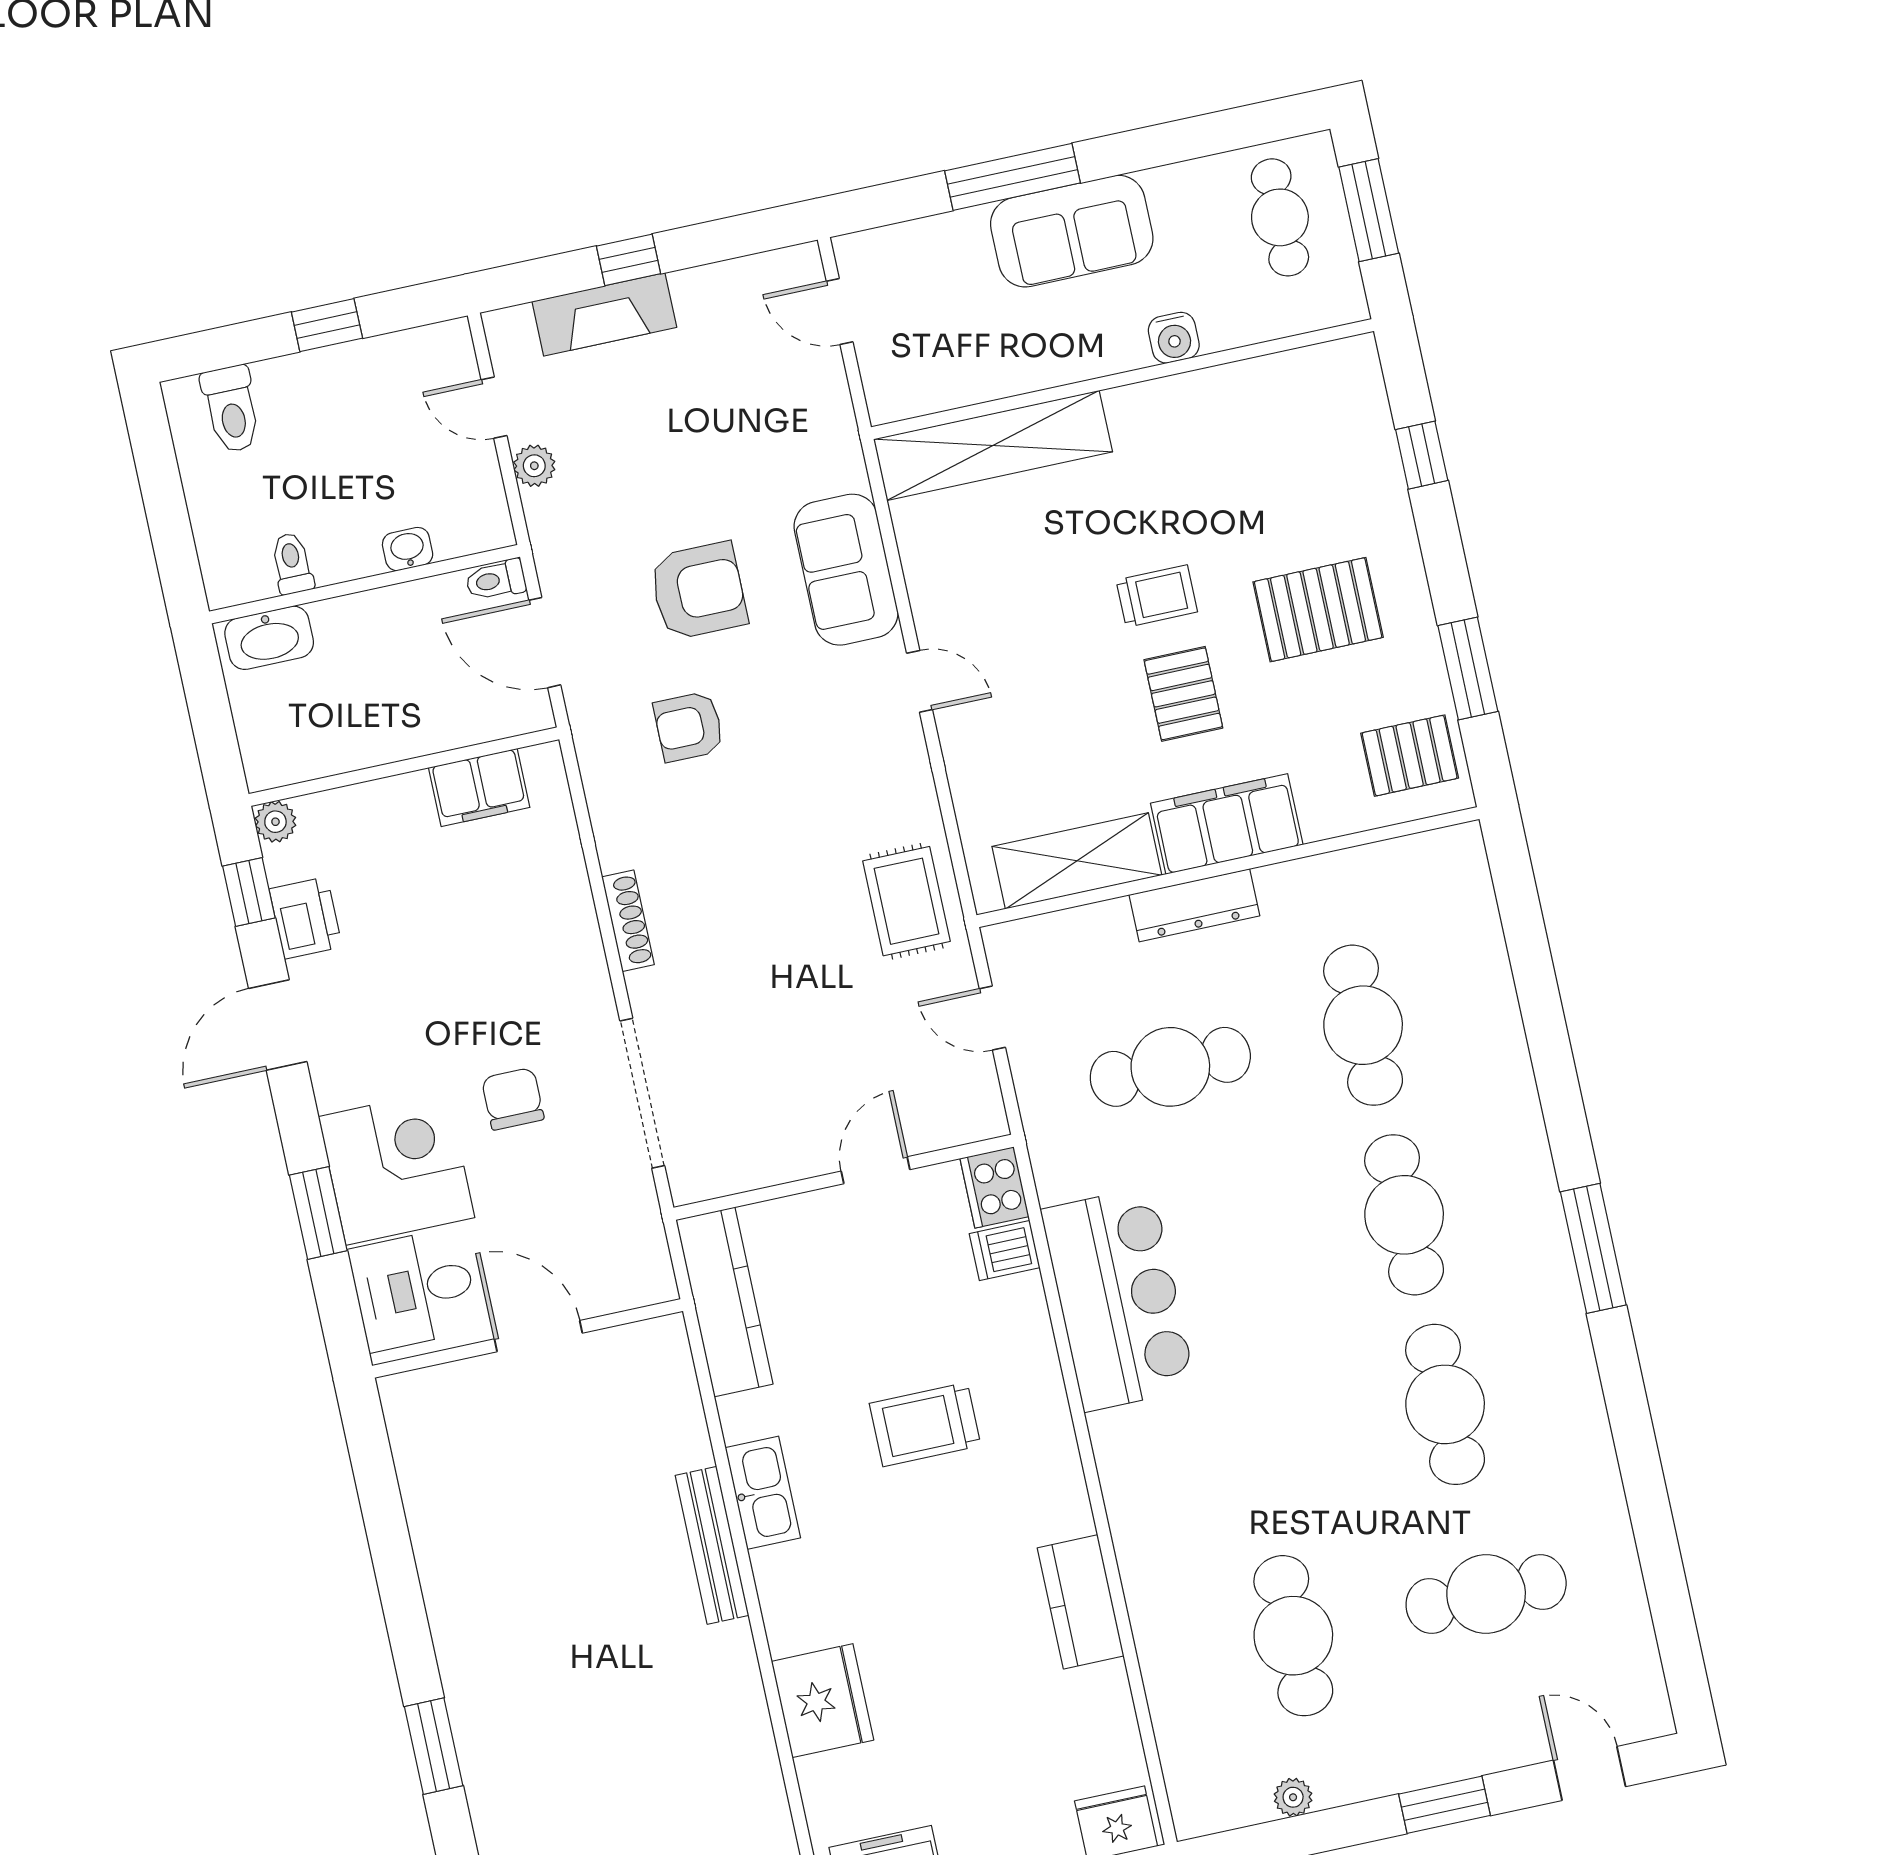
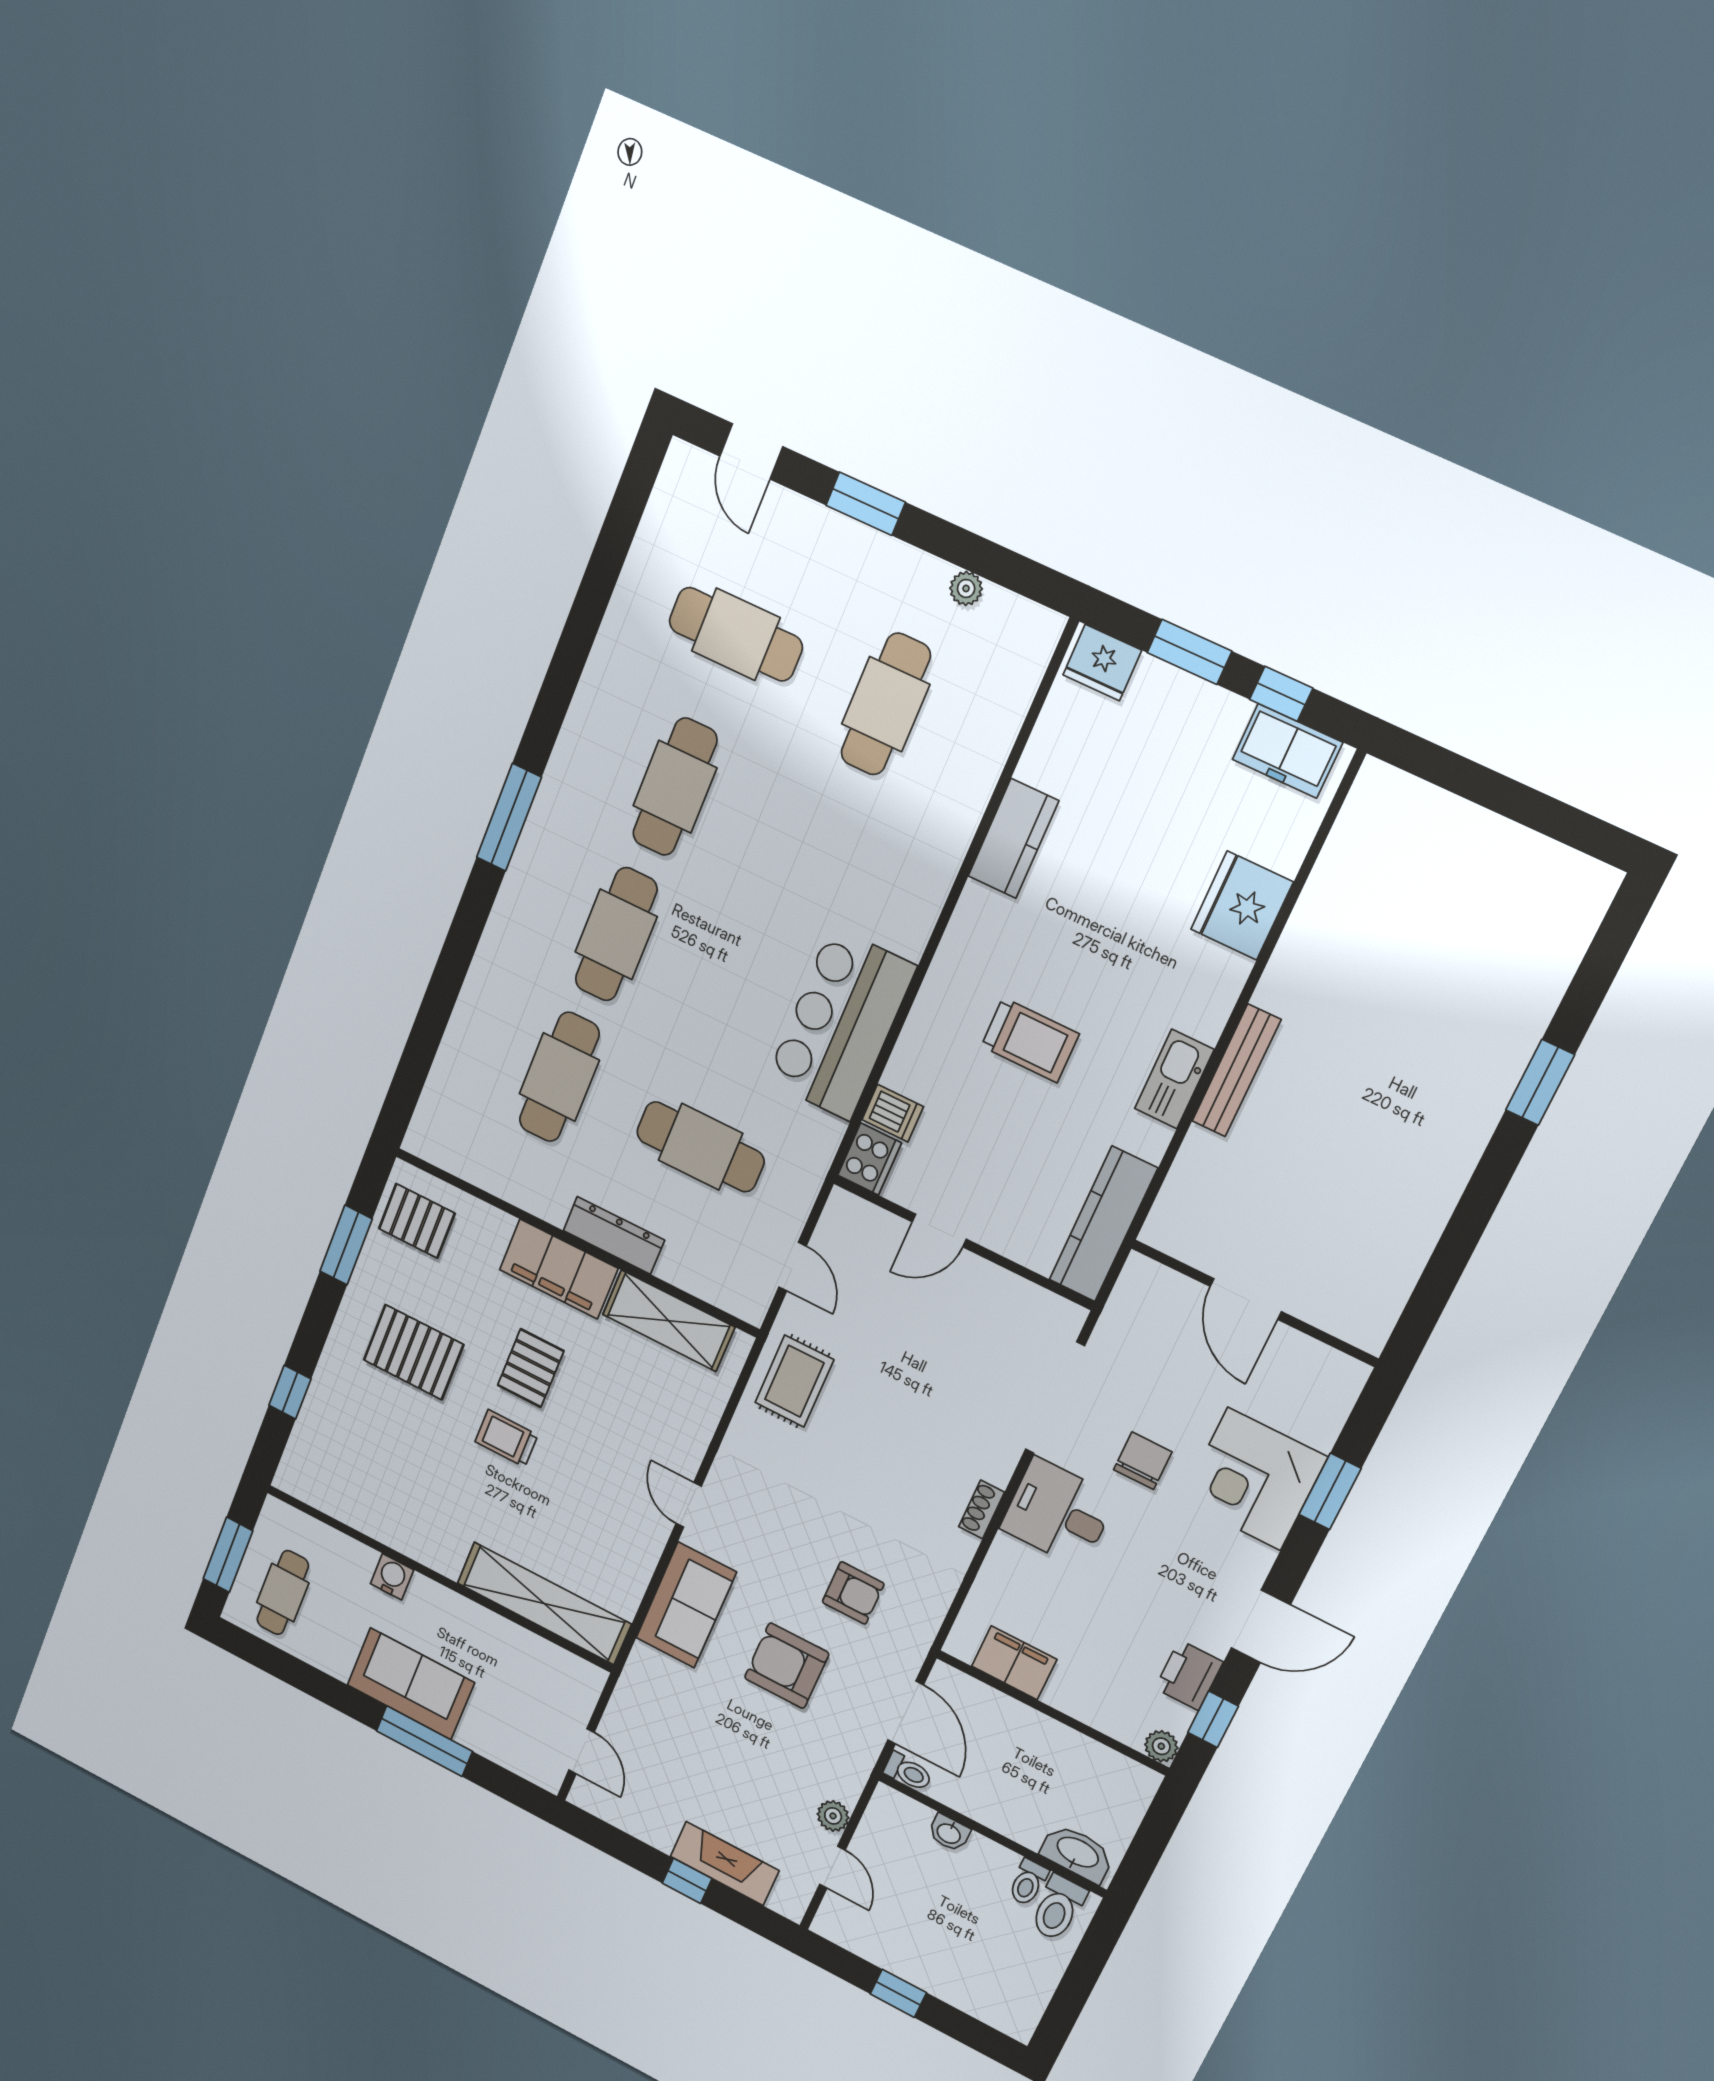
toilet: (231, 409) -> (1058, 1908), moved, turned 180
shoe rack: (628, 921) -> (982, 1509), width x0.70
chair: (513, 1099) -> (1143, 1461), turned 180
desk: (414, 1289) -> (1058, 1513), moved, turned 180

